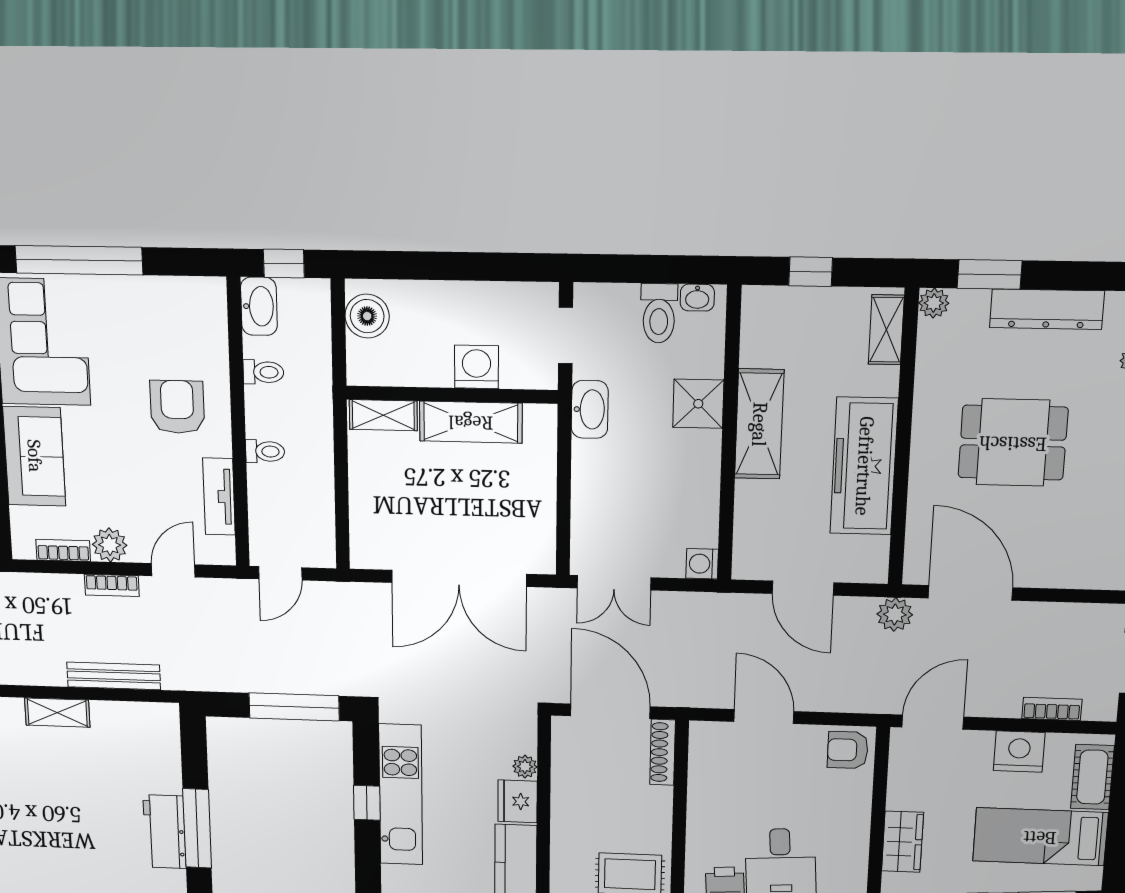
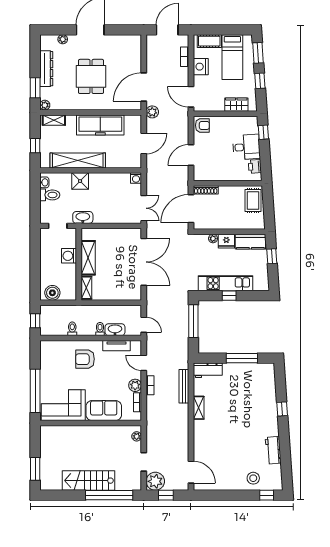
washbasin: (259, 306) -> (115, 330), moved
shelving: (759, 424) -> (78, 160), width x1.47
armchair: (848, 750) -> (202, 125), turned -90
workbench: (165, 832) -> (208, 370), moved

